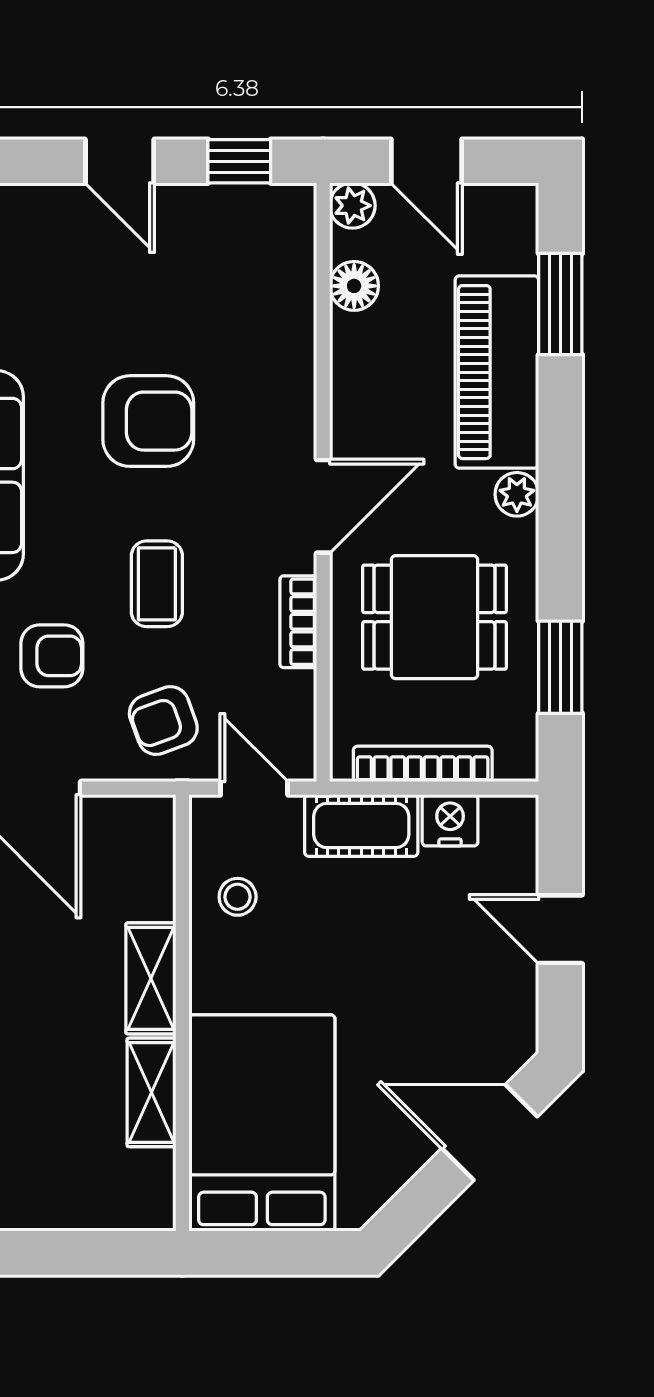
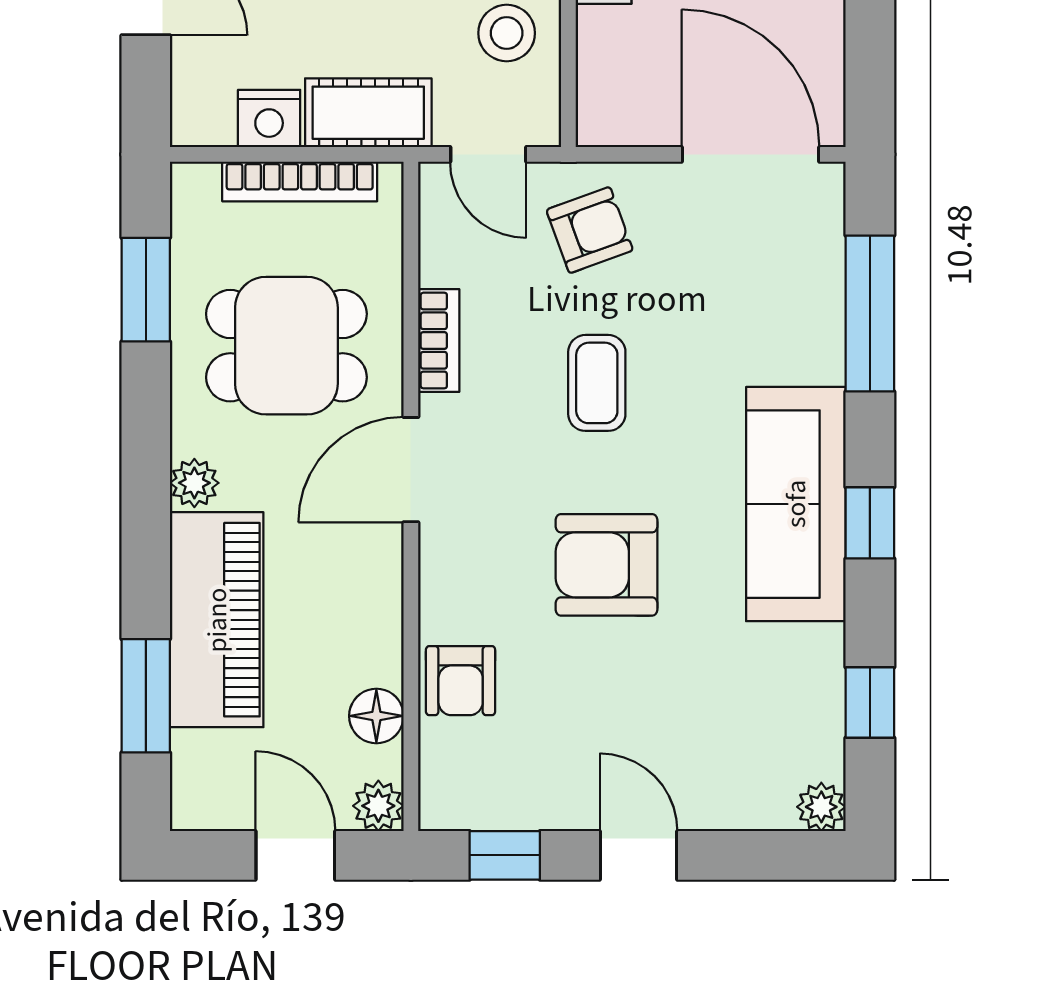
armchair: (52, 656) -> (461, 681), moved, turned -90
stool: (238, 897) -> (507, 33), width x1.37, depth x1.37

